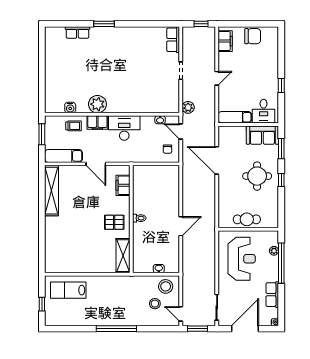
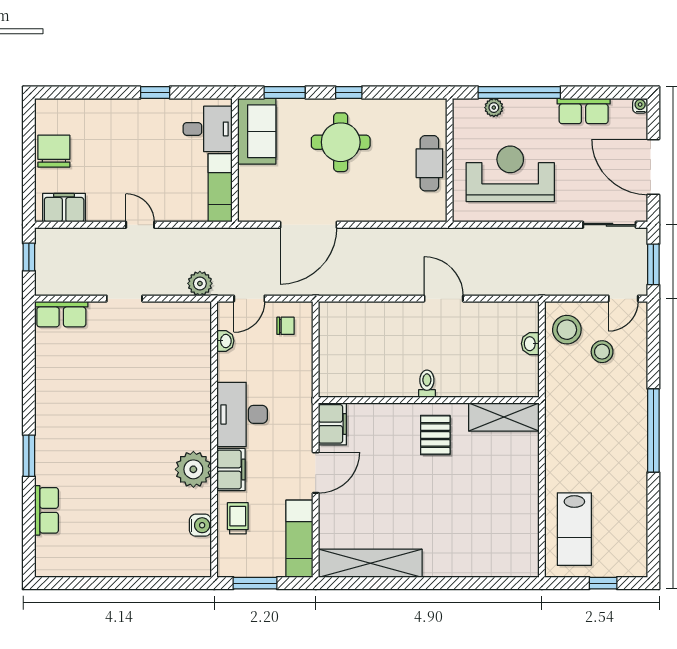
filing cabinet: (123, 185) -> (332, 424), moved, turned -90

